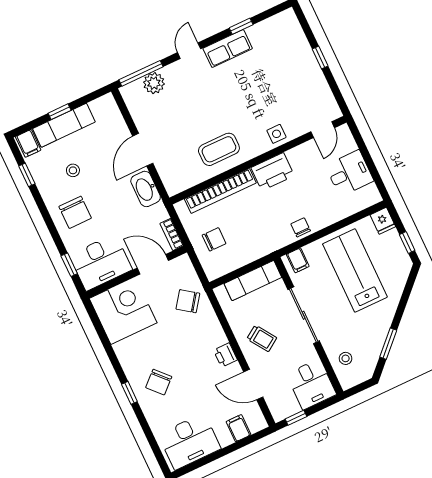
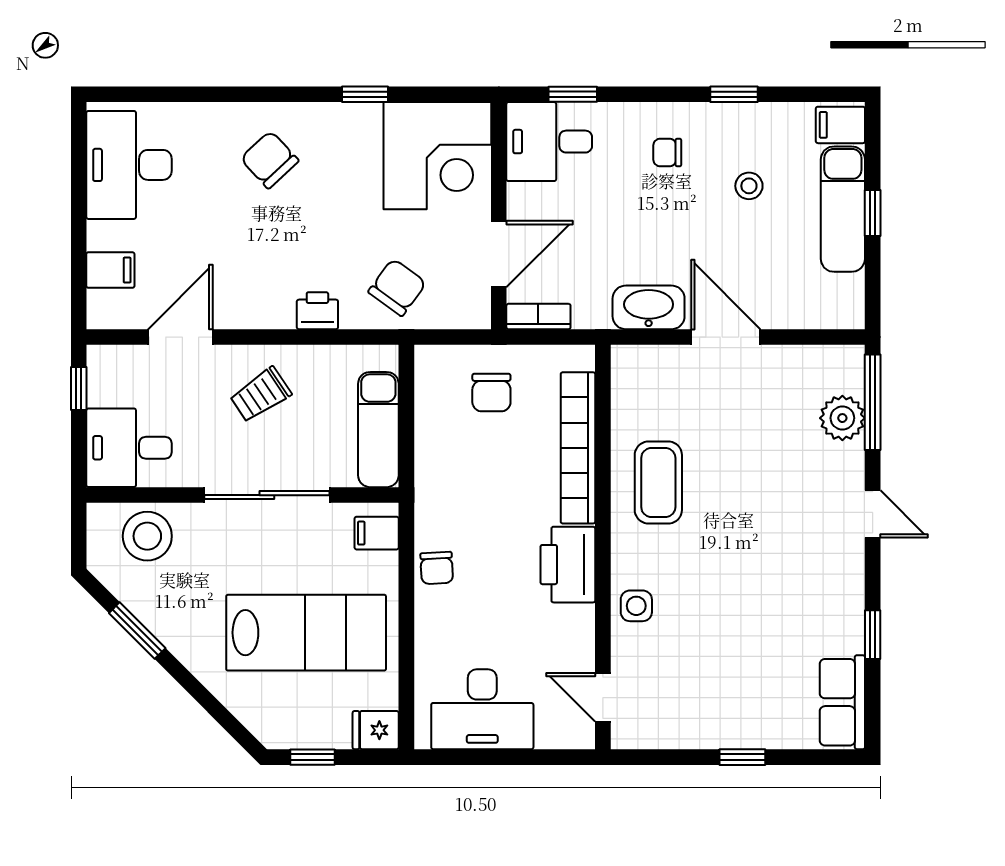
row of seats: (228, 48) -> (842, 702), moved
desk: (349, 173) -> (482, 709), width x1.37
window: (27, 175) -> (734, 94), moved
chair: (75, 212) -> (667, 152), width x0.54, depth x0.54
chair: (301, 227) -> (437, 568), turned 87
desk: (101, 262) -> (549, 142), width x0.73
printer: (225, 355) -> (317, 311), moved
stool: (346, 358) -> (147, 536), width x1.89, depth x1.89
window: (129, 393) -> (365, 94), moved

